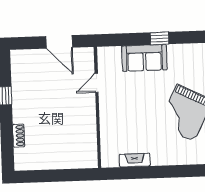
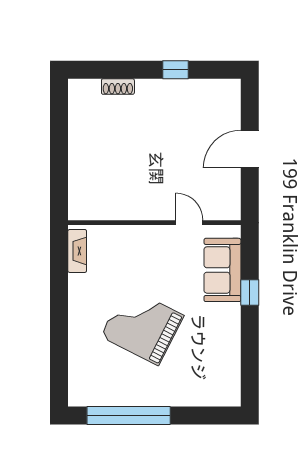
door: (97, 83) -> (189, 223), moved
wall: (97, 107) -> (154, 223), moved

